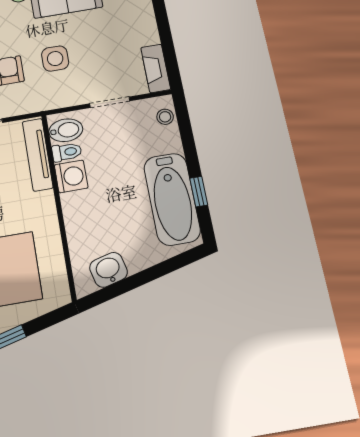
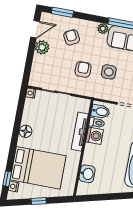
tv unit: (38, 155) -> (80, 132), moved
washbasin: (109, 270) -> (87, 174), moved, turned 104

